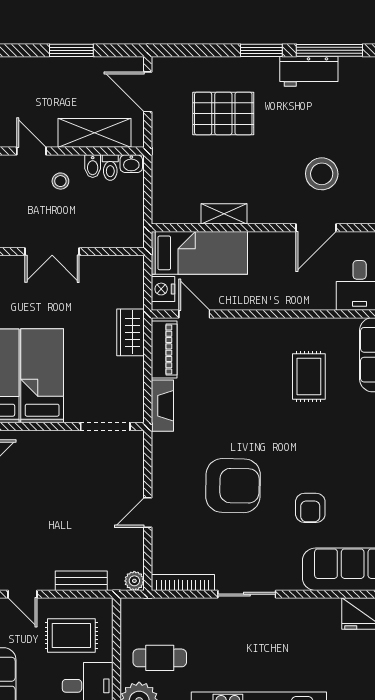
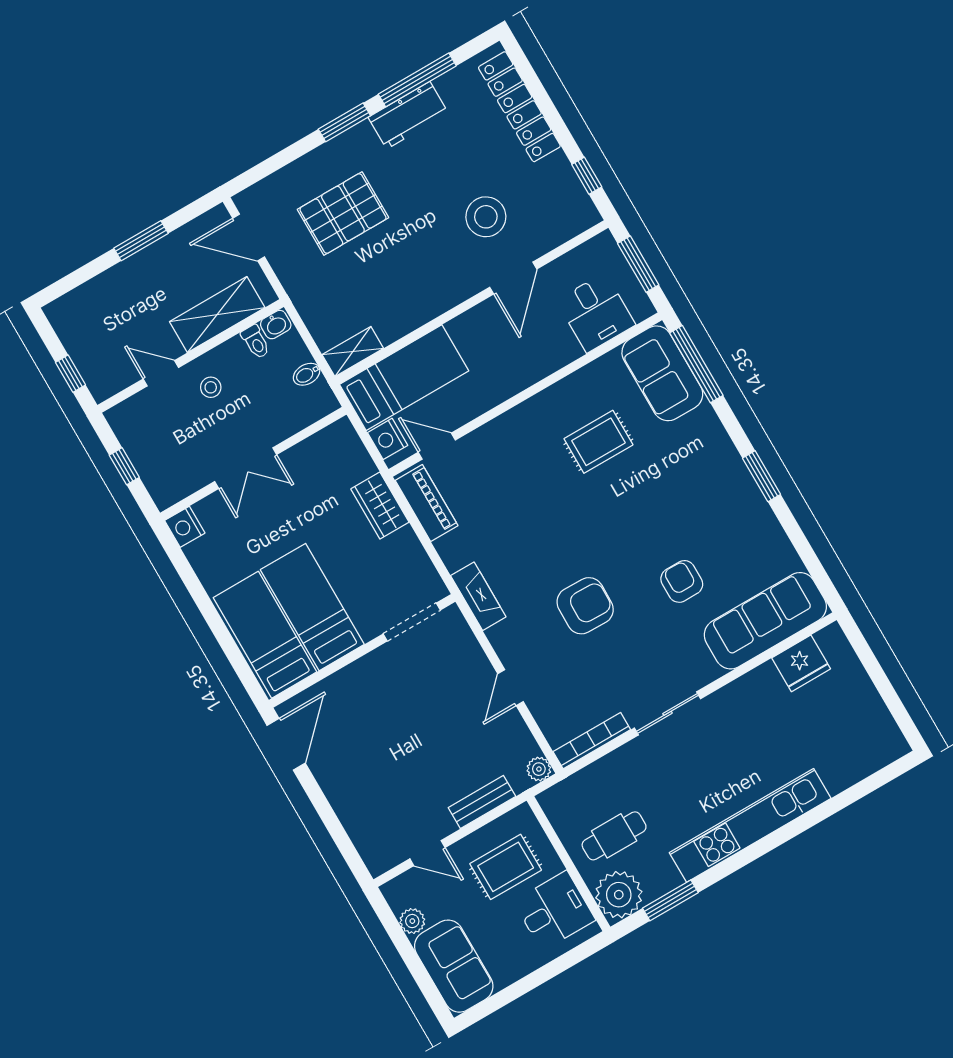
bidet: (93, 166) -> (307, 374), moved, turned 90
shelving: (224, 214) -> (353, 352), moved
rug: (309, 377) -> (598, 442), turned 90
fireplace: (162, 406) -> (478, 596), moved
armchair: (233, 486) -> (585, 606), width x0.73, depth x0.73
armchair: (310, 508) -> (682, 581), turned 180

